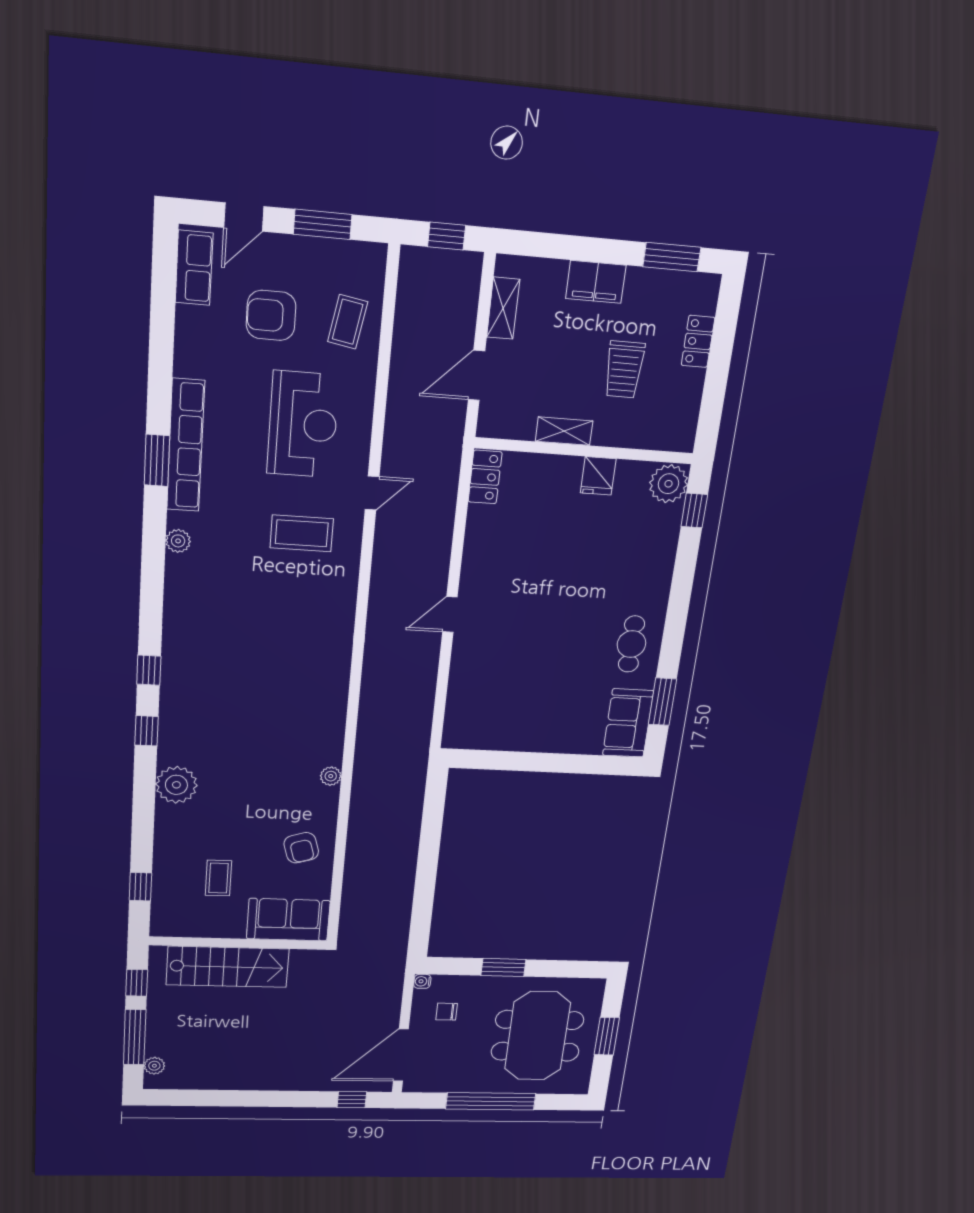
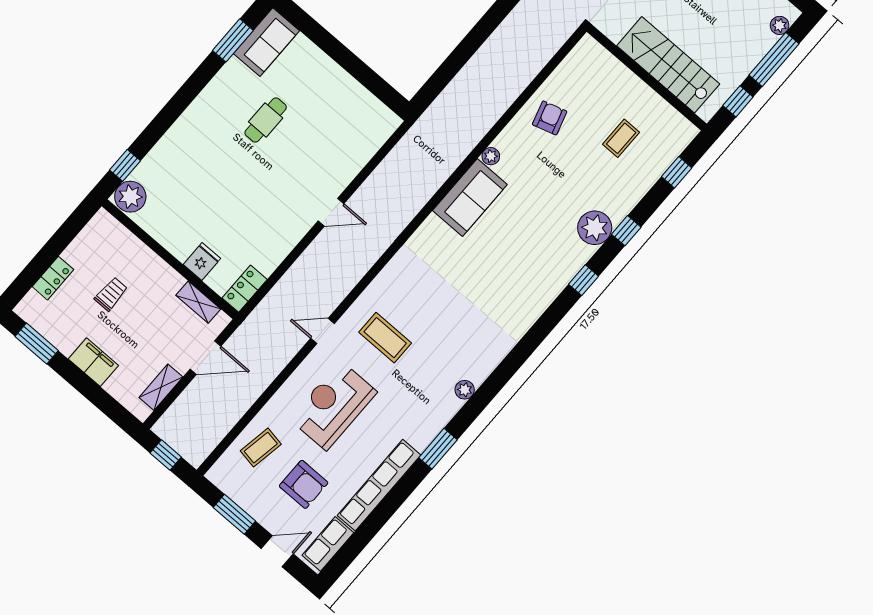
trolley: (624, 370) -> (111, 294), width x0.73, depth x0.72
shelving: (564, 431) -> (198, 302), moved
row of seats: (186, 445) -> (379, 485), moved
fridge: (598, 476) -> (202, 261), moved
cafe table: (631, 644) -> (266, 120), moved
window: (149, 670) -> (626, 231), moved
sofa: (288, 920) -> (470, 198), moved, turned -90

